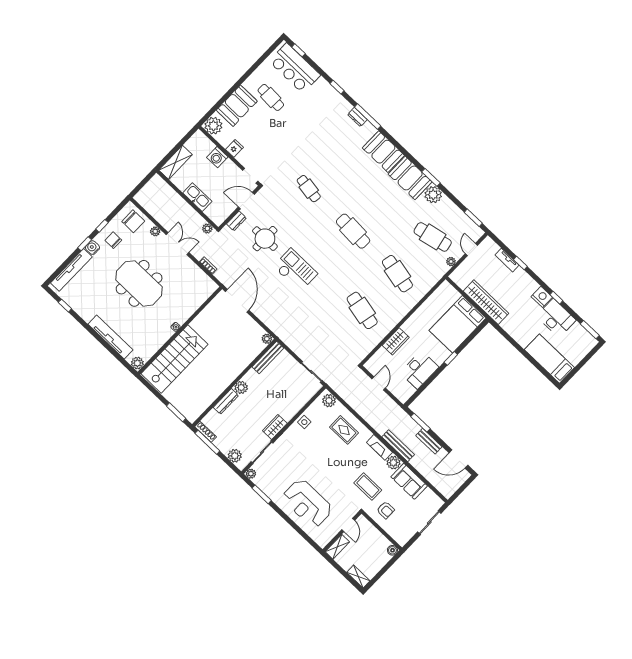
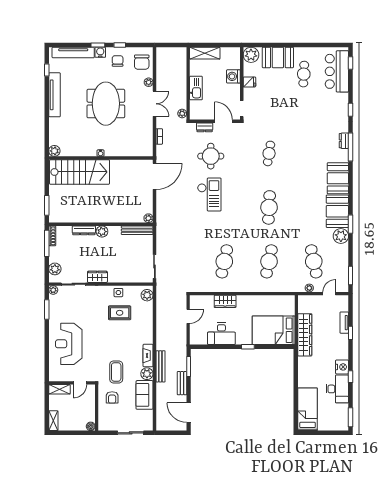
tv unit: (110, 337) -> (55, 95), moved
rug: (344, 430) -> (120, 313), moved, turned 90

